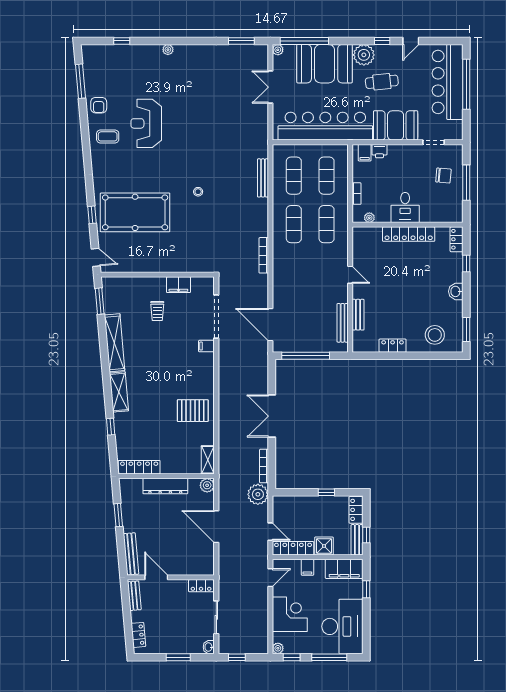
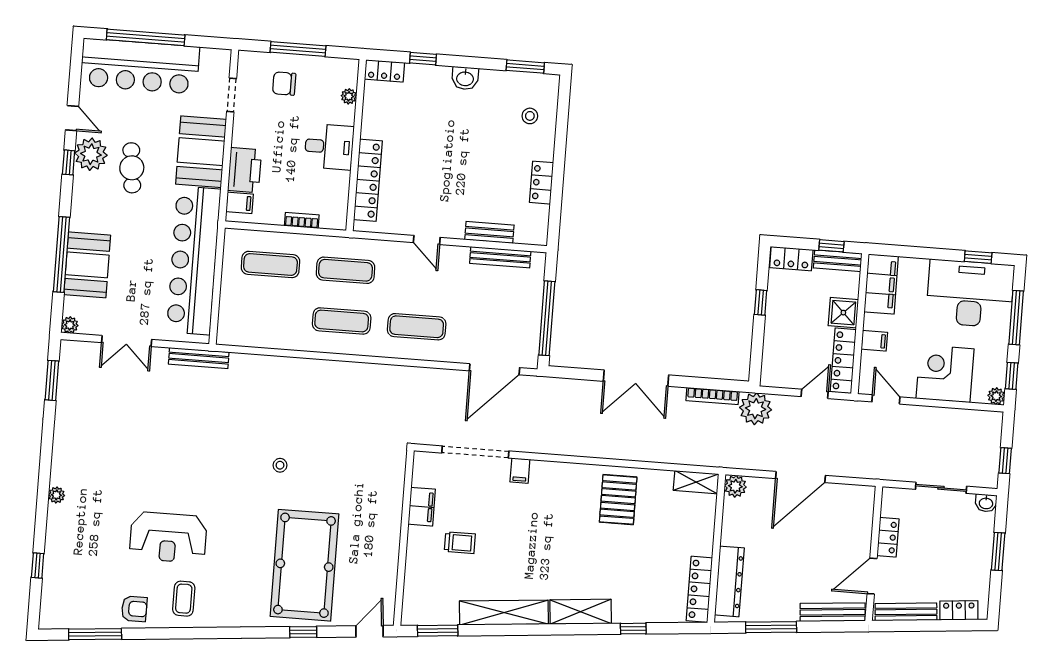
window: (304, 41) -> (61, 254), moved
plant: (364, 55) -> (91, 154), moved
booth: (325, 64) -> (87, 265), width x0.73, depth x0.70
printer: (379, 151) -> (244, 170), width x1.87, depth x1.48
exercise mat: (294, 176) -> (417, 327), moved
chair: (443, 176) -> (284, 84), turned -95
bench: (263, 178) -> (199, 358), moved
plant: (369, 218) -> (349, 96), moved
locker: (409, 234) -> (368, 180), moved
bookcase: (264, 255) -> (386, 371), removed
door: (350, 275) -> (427, 240), swing flipped
stool: (435, 335) -> (530, 116), width x0.53, depth x0.53
dresser: (165, 486) -> (729, 581), moved
window: (118, 515) -> (771, 627), width x1.44
locker: (201, 586) -> (888, 537), moved
window: (366, 589) -> (978, 257), moved
bench: (134, 596) -> (906, 612), width x1.36

